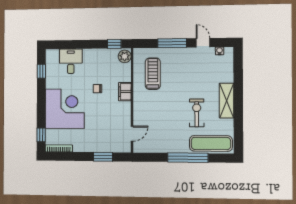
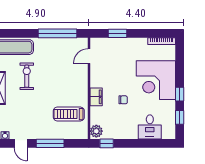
treadmill: (153, 74) -> (69, 114), turned 90
exercise bike: (197, 113) -> (27, 76), turned 180
window: (41, 135) -> (180, 94), moved
window: (188, 158) -> (57, 33), moved

